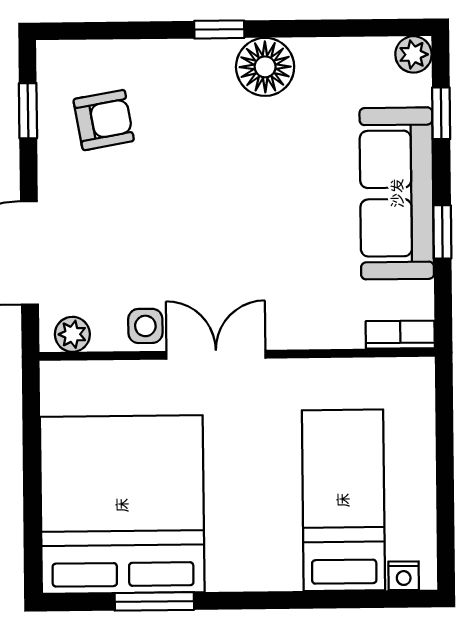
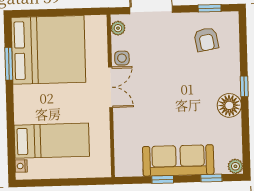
bookcase: (400, 335) -> (120, 163), removed

